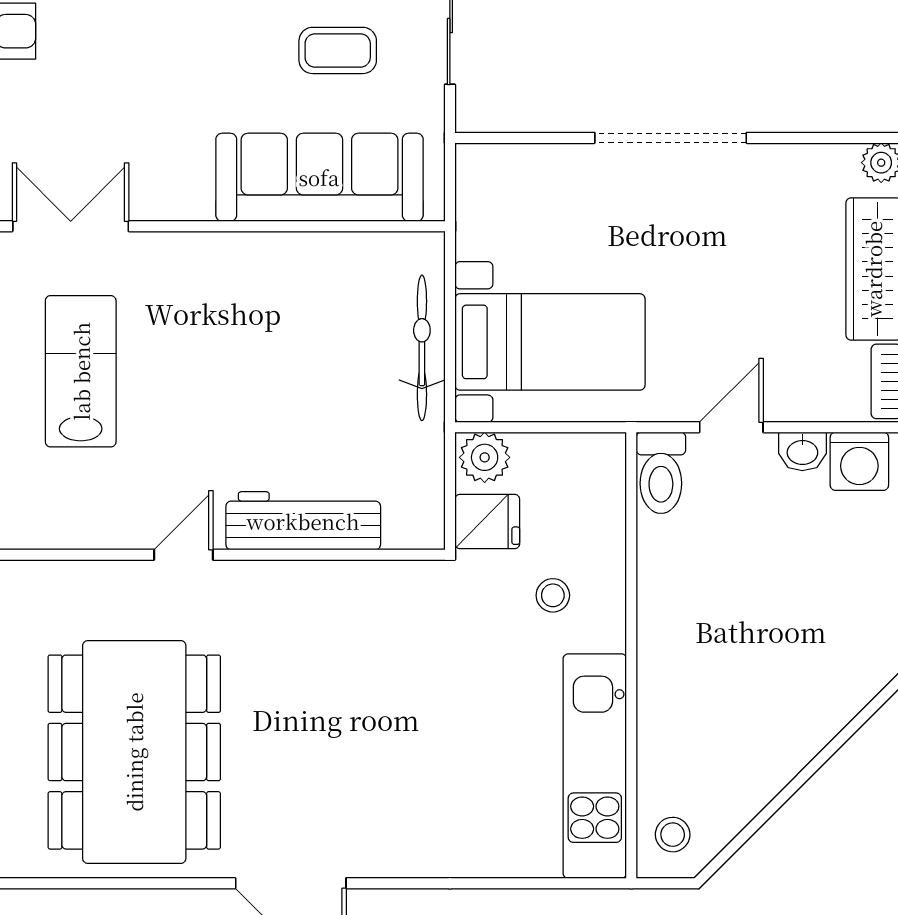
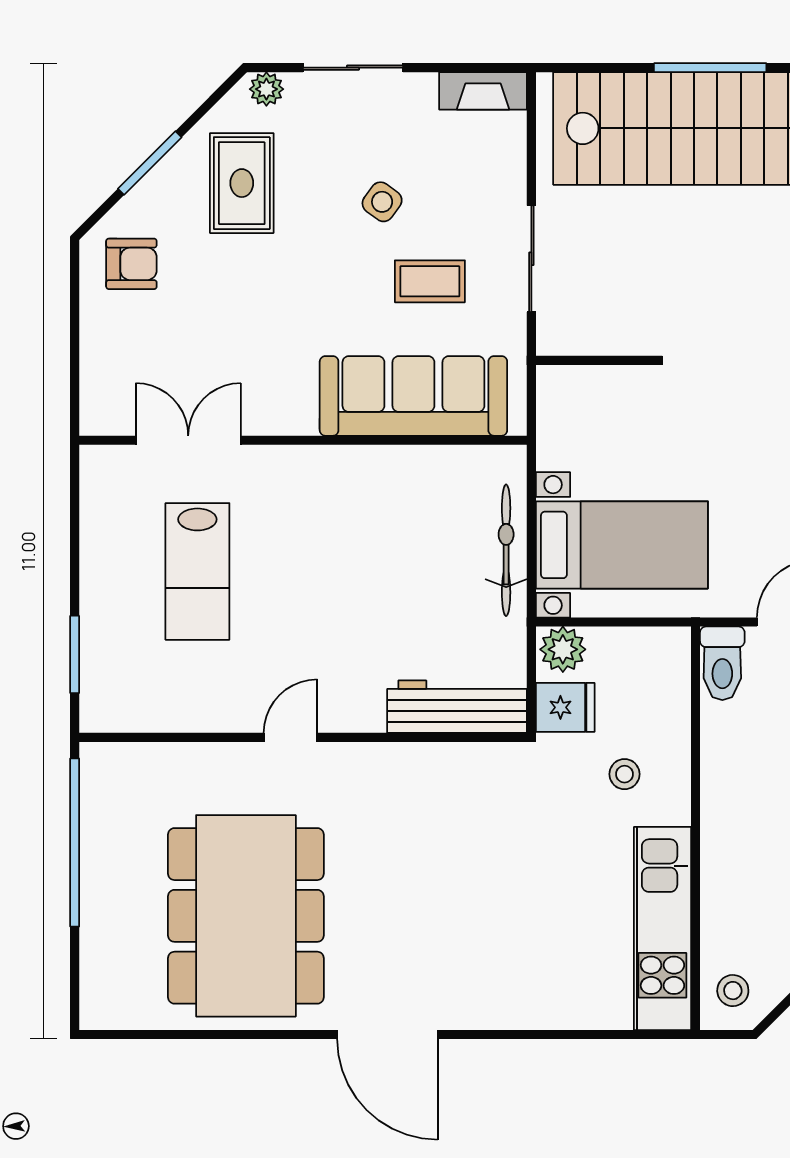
lab bench: (81, 371) -> (197, 571), turned 180
workbench: (303, 521) -> (457, 707), moved

